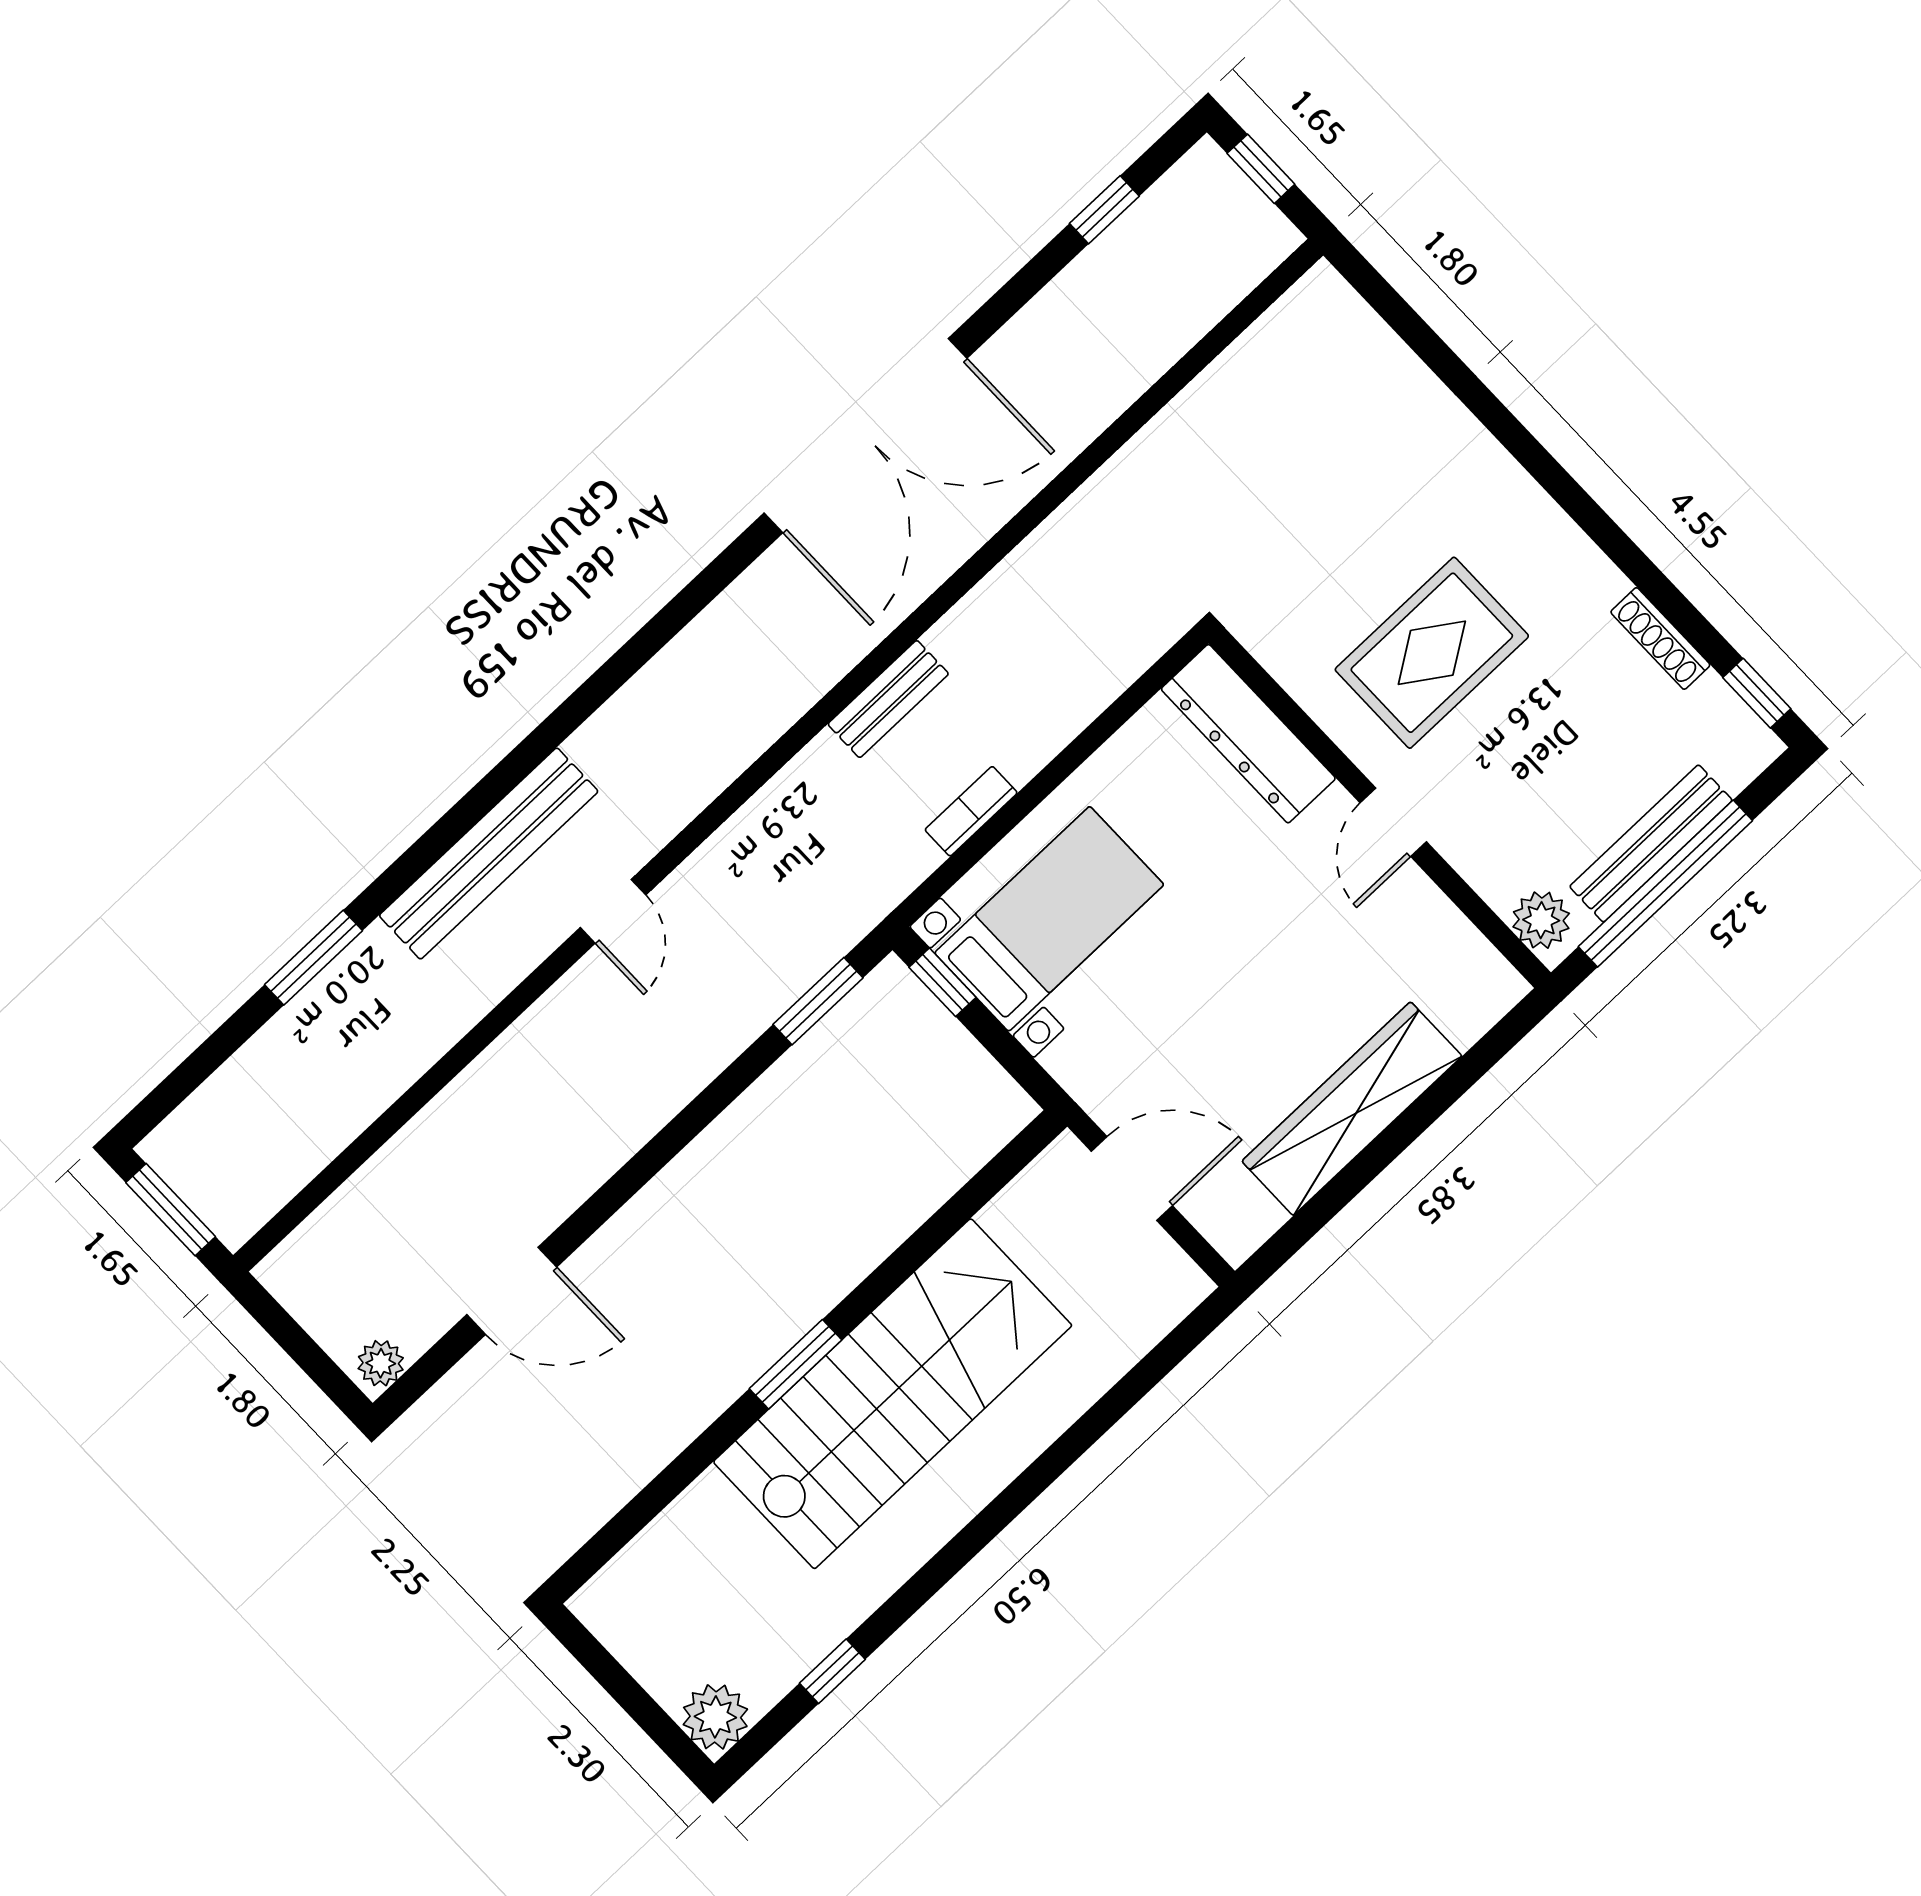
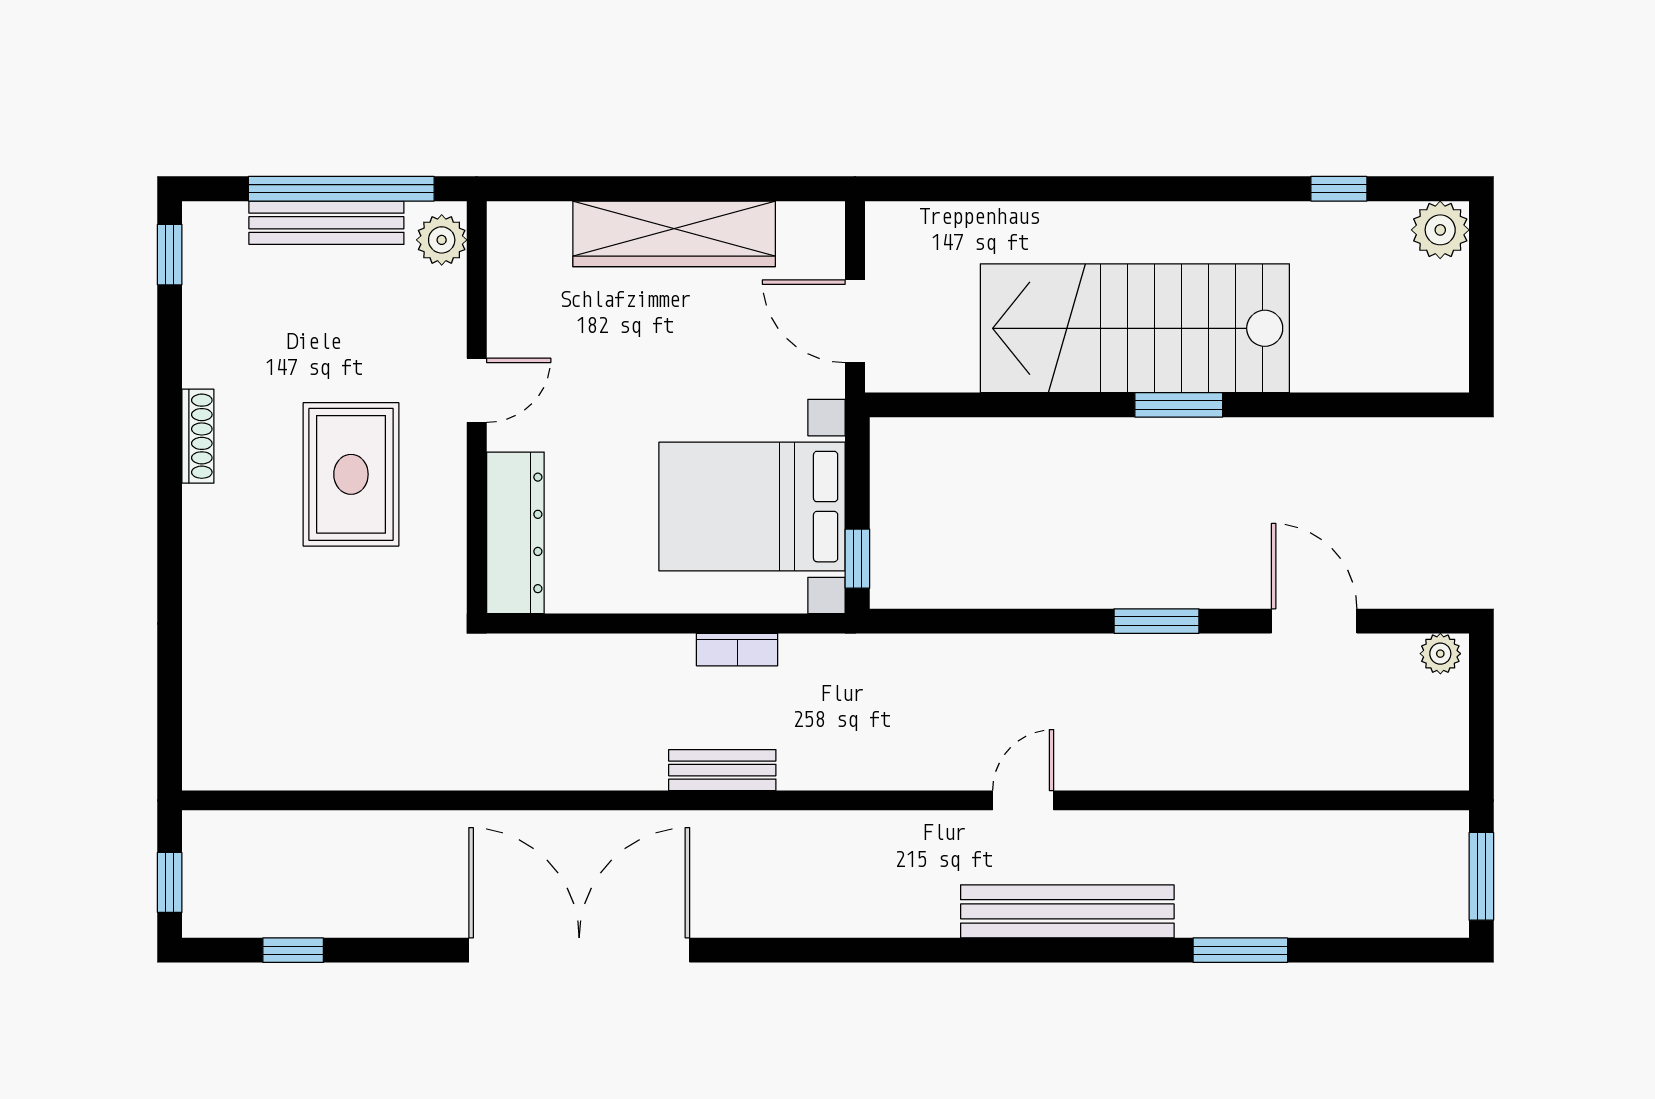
shoe rack: (1660, 638) -> (198, 436), moved
rug: (1432, 653) -> (351, 474), turned 90
bed with nightstands: (1049, 919) -> (752, 507), width x1.36
window: (818, 1001) -> (1157, 621), moved

